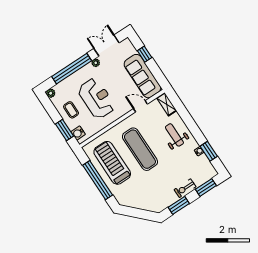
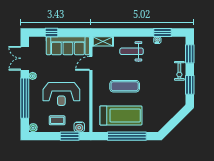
reception desk: (97, 98) -> (61, 94), turned 180
exercise mat: (140, 149) -> (125, 86), width x0.73, depth x0.69
treadmill: (112, 163) -> (121, 115), turned 180

